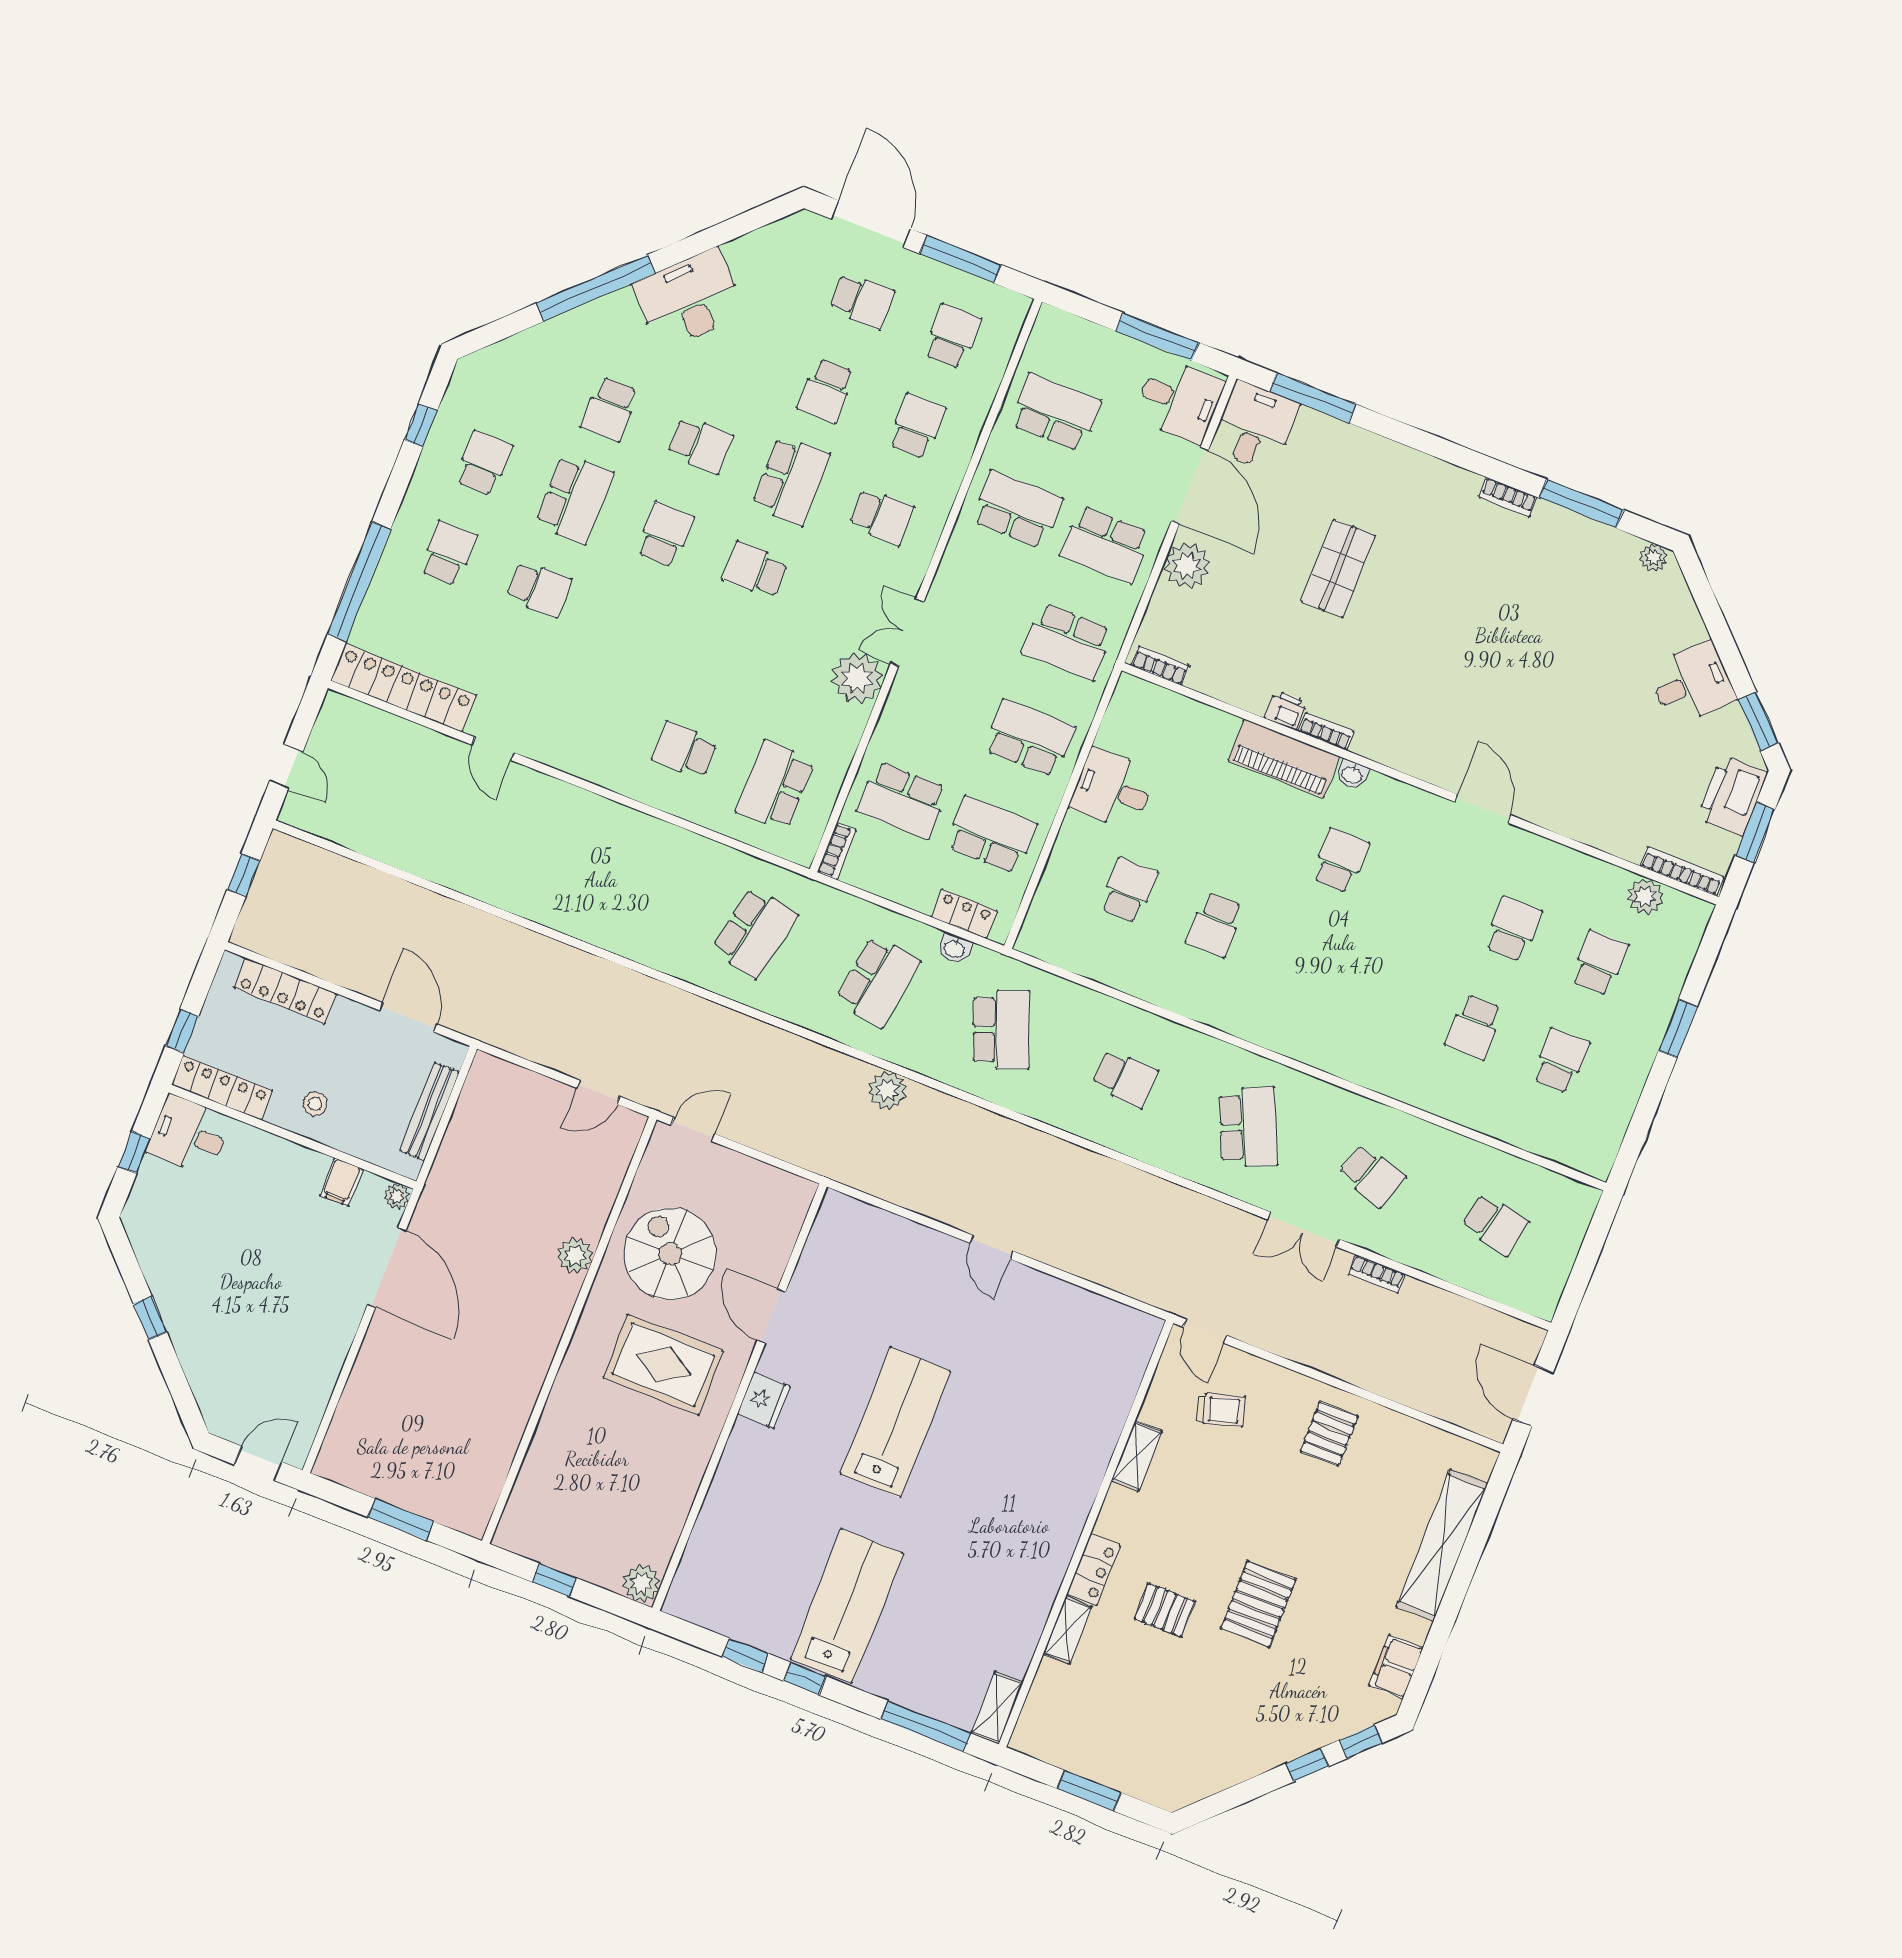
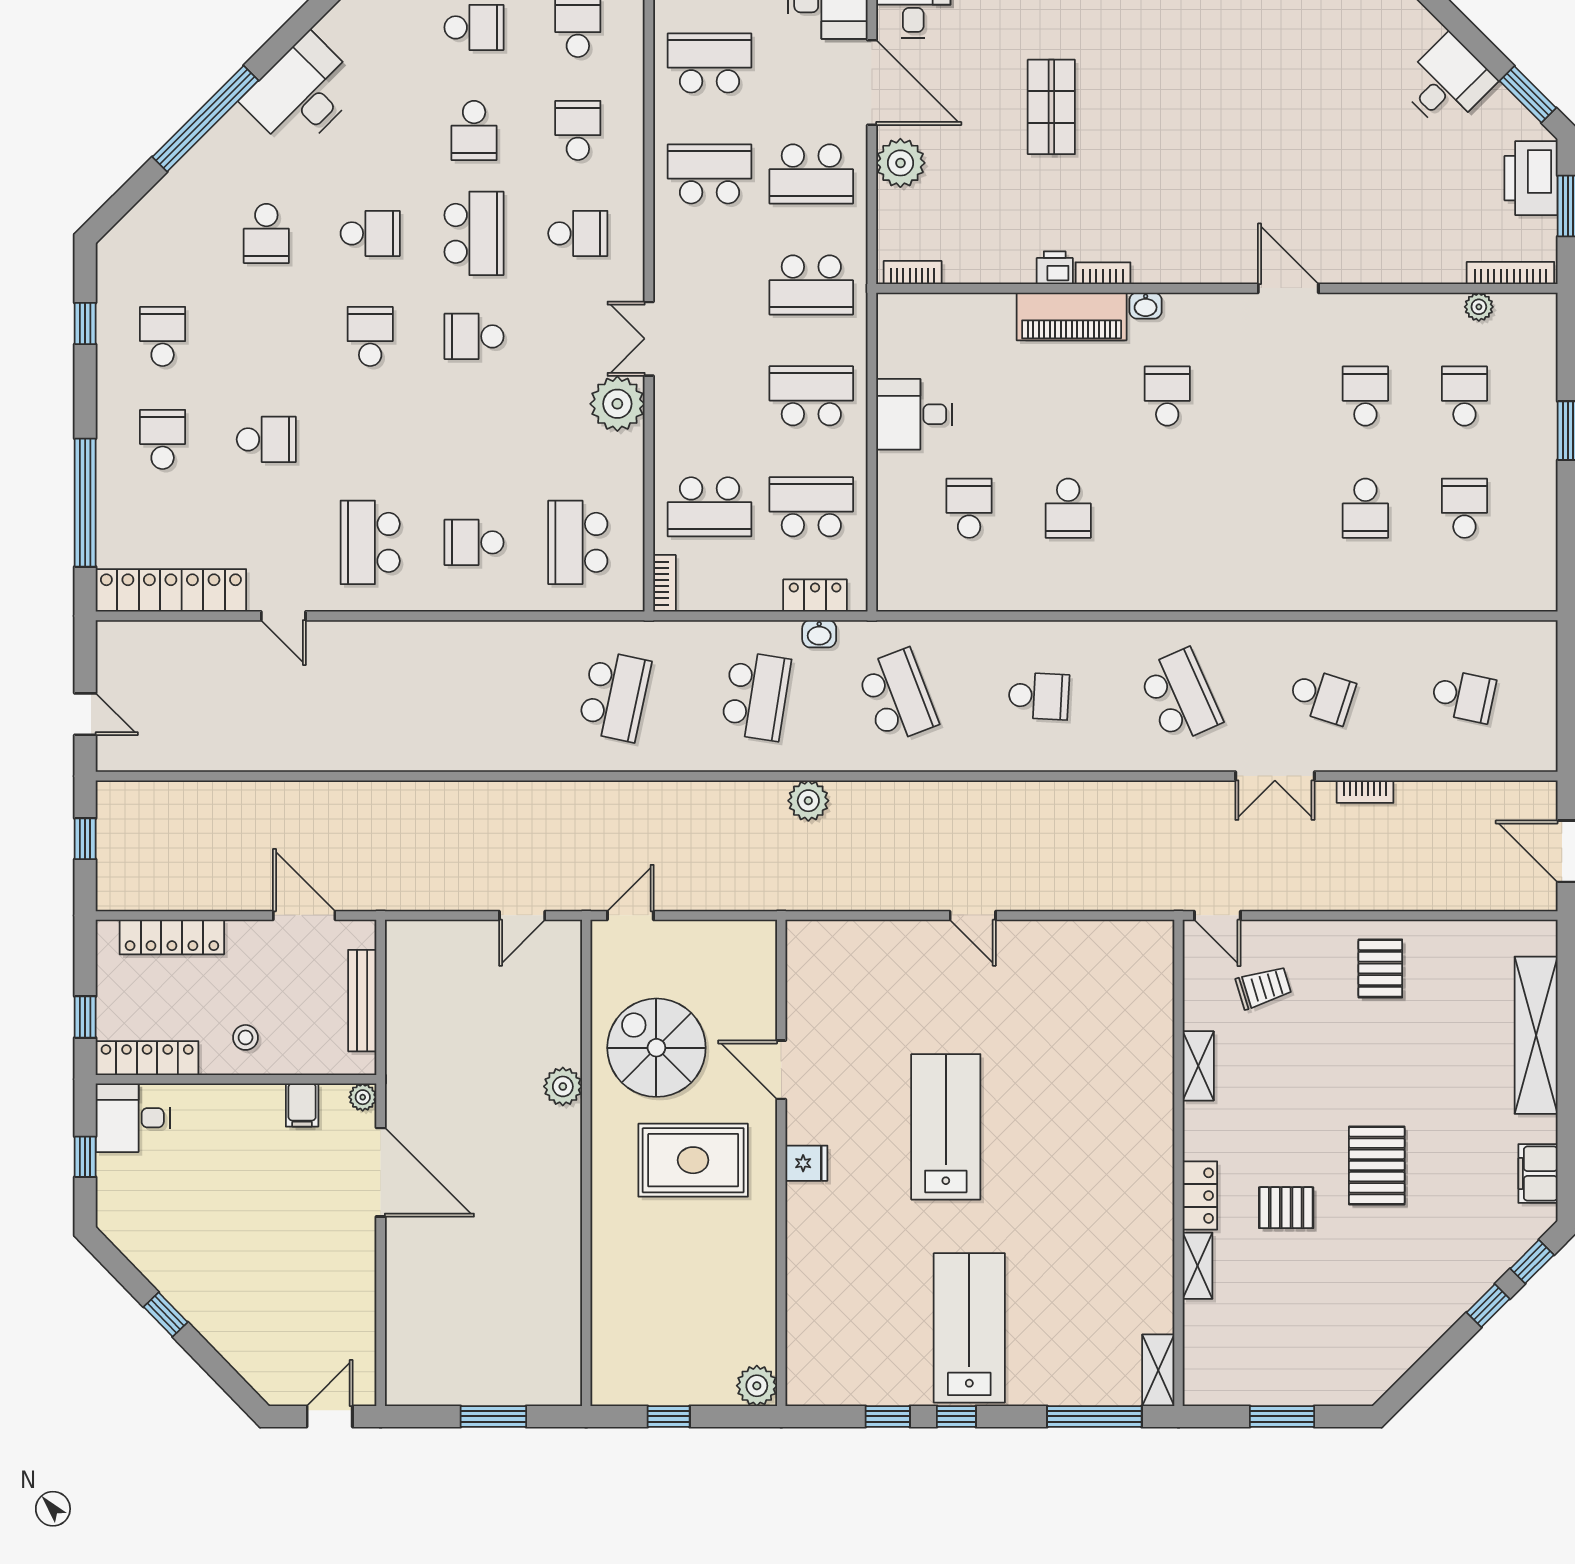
school desk: (574, 499) -> (370, 542), moved, turned 180
plant: (1645, 896) -> (1479, 307), width x0.73, depth x0.73
fridge: (764, 1400) -> (806, 1163), width x0.72

